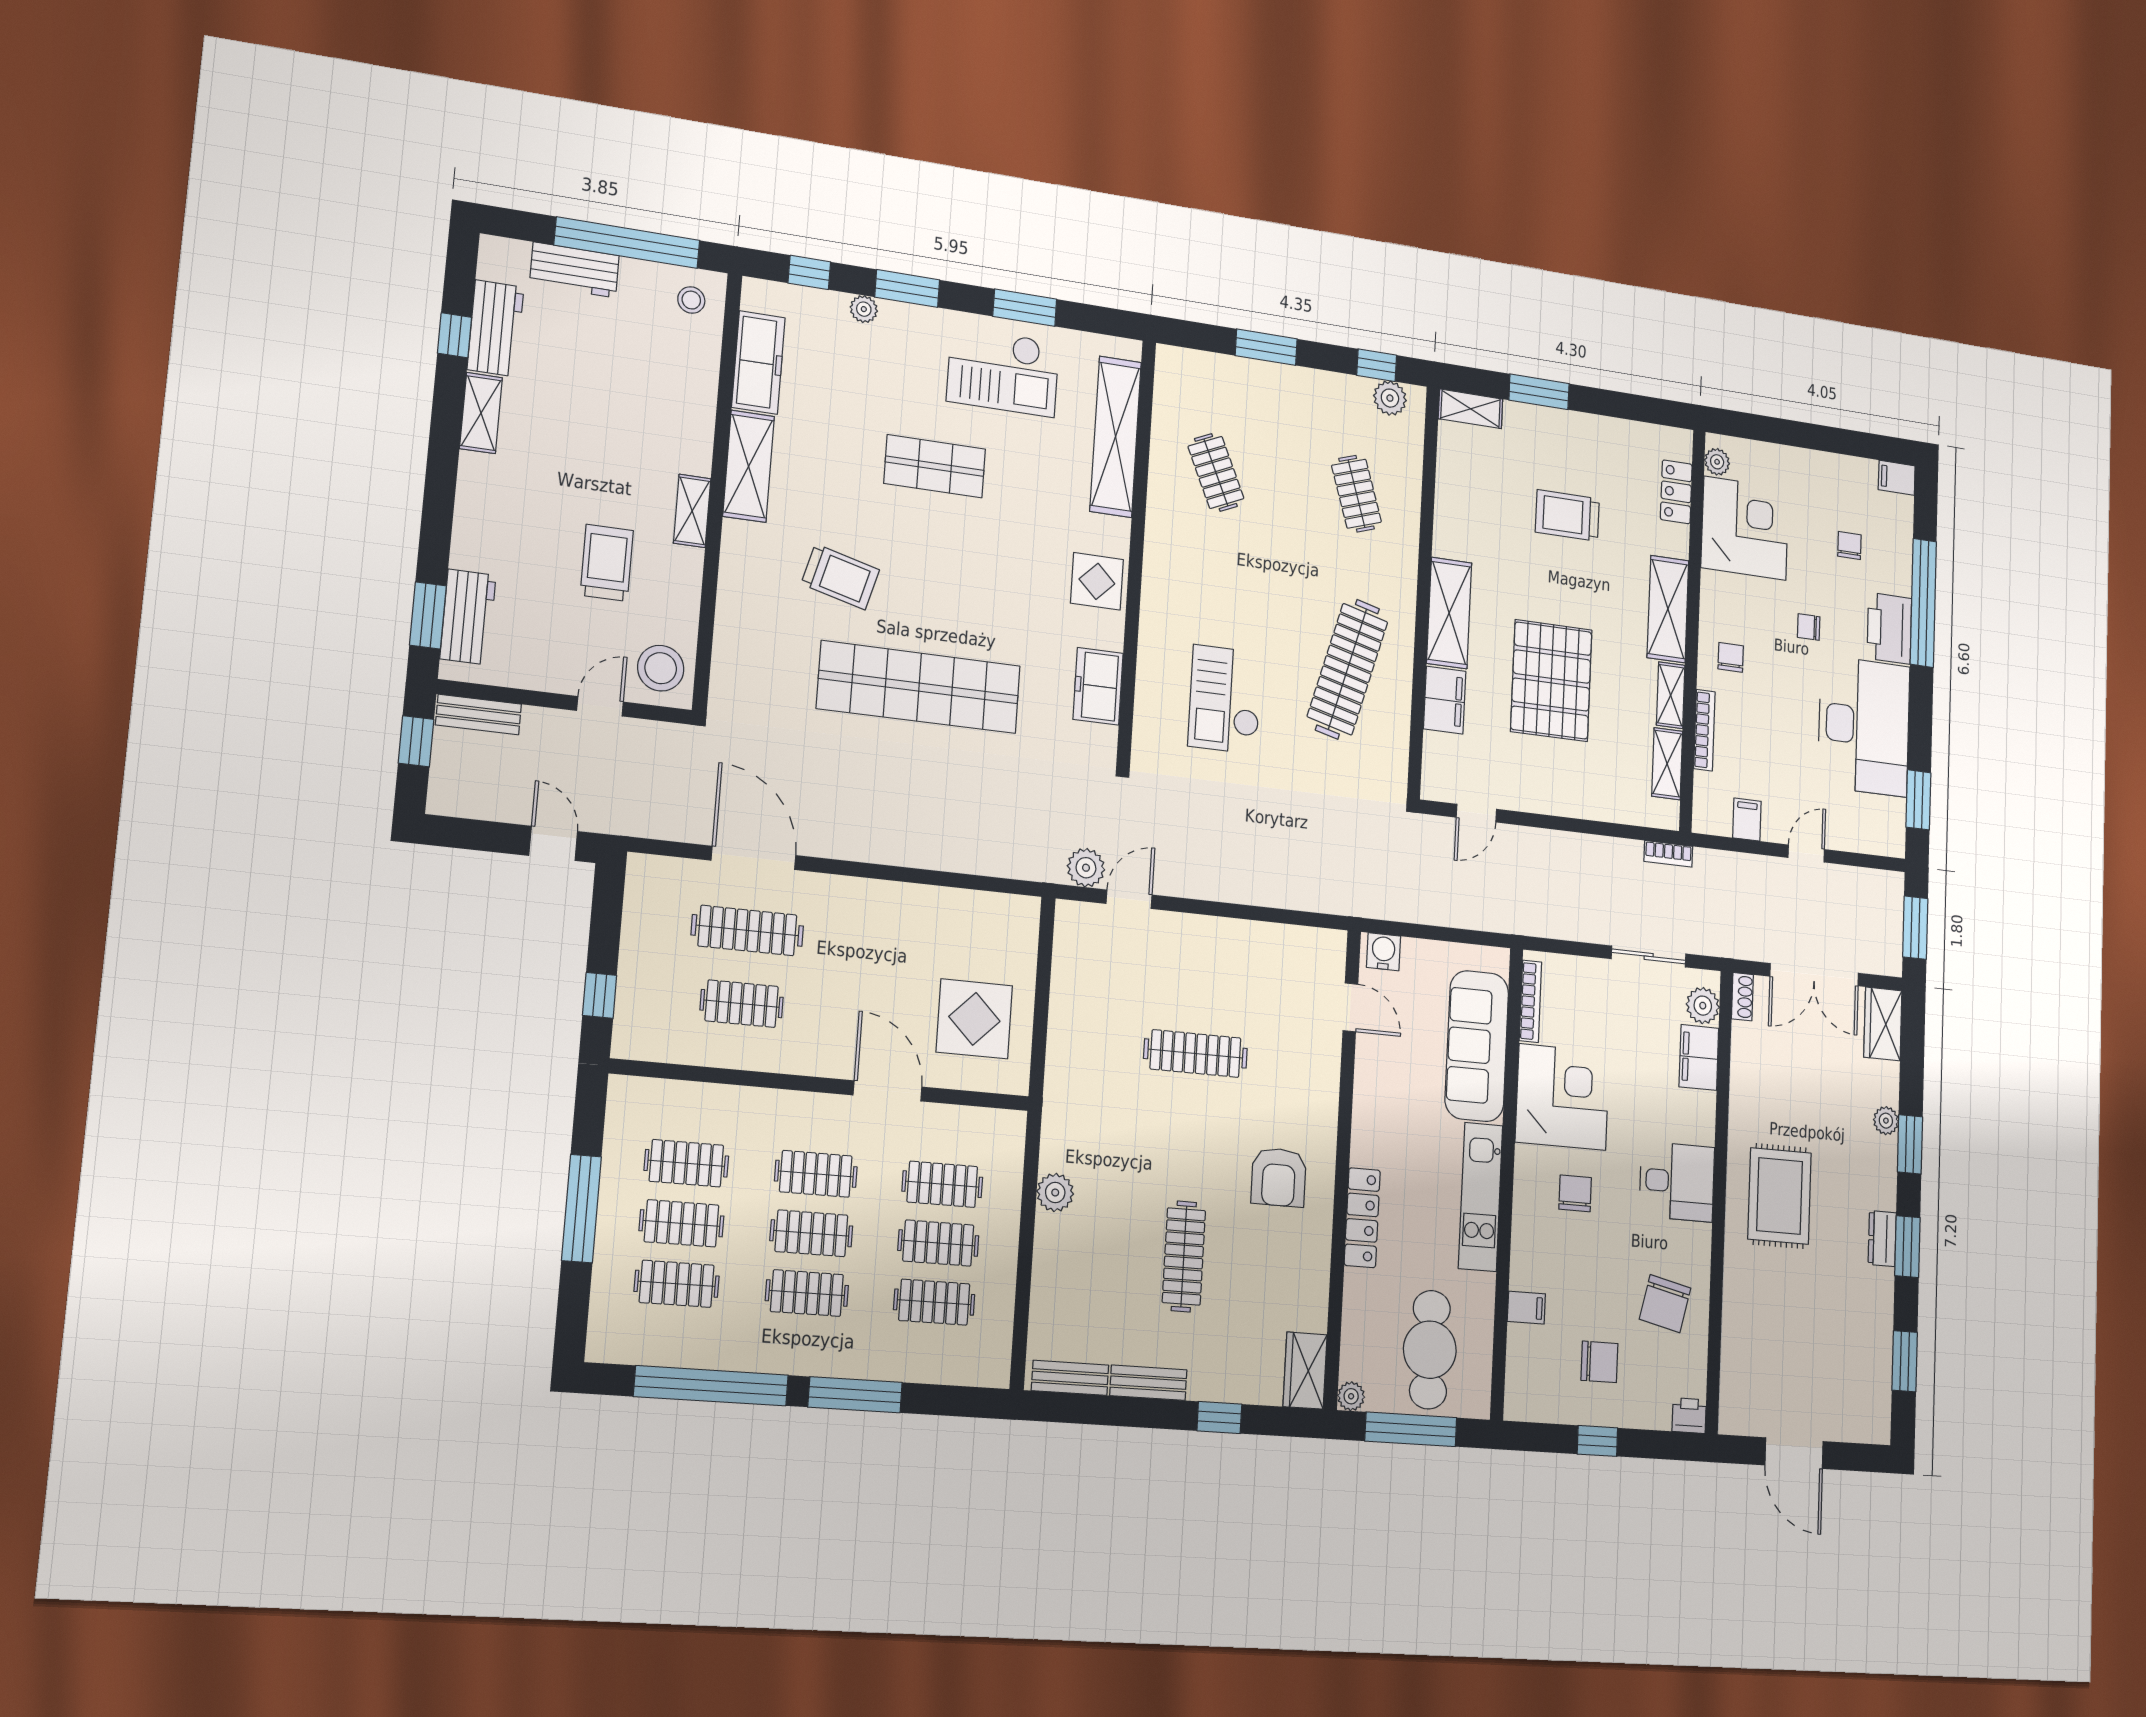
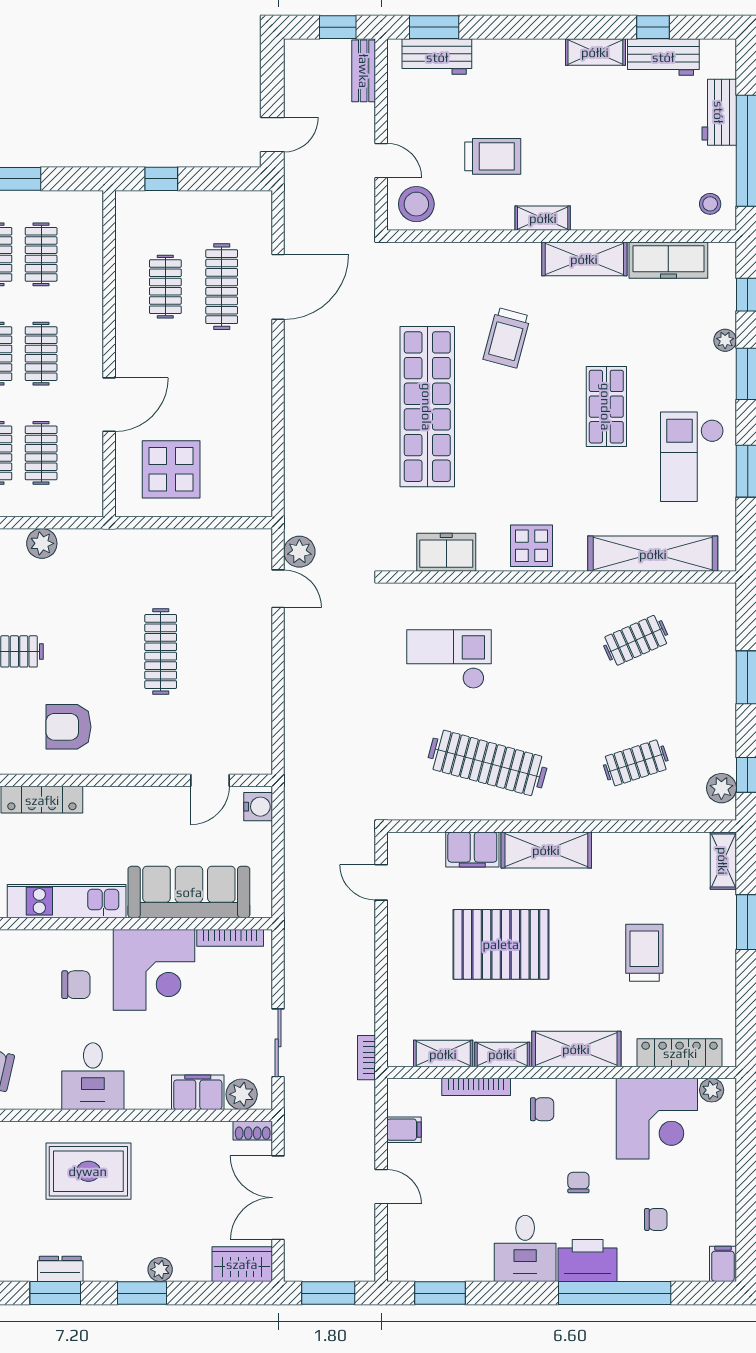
locker: (1676, 492) -> (680, 1053), width x1.53
desk: (1864, 726) -> (525, 1248), width x0.53, depth x0.77

